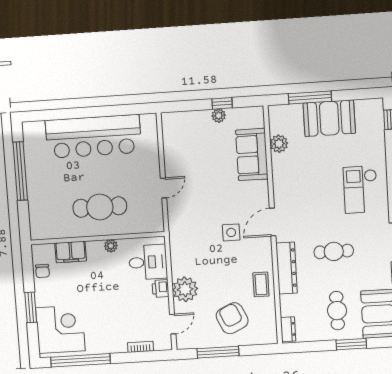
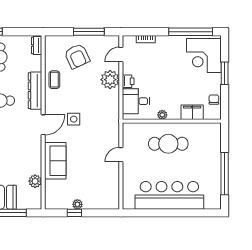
sofa: (252, 154) -> (55, 161), moved

